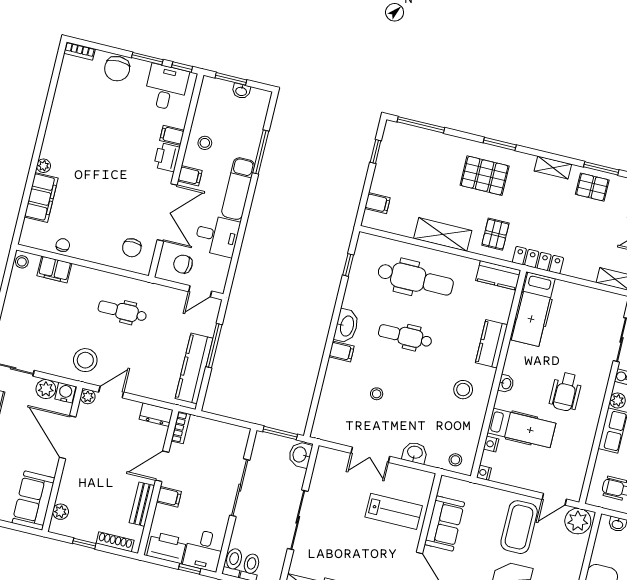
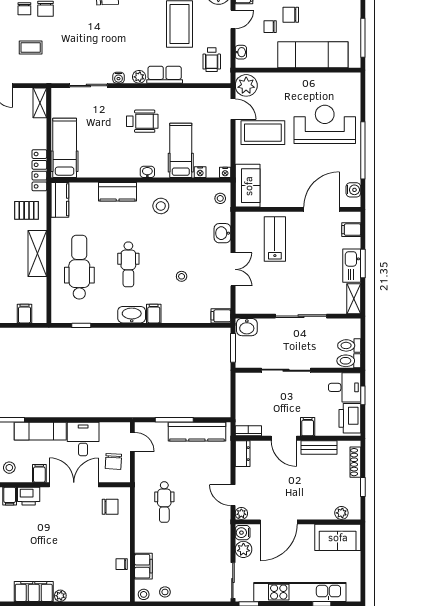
filing cabinet: (41, 197) -> (34, 591), moved
hospital bed: (533, 309) -> (65, 148), moved, turned -90
stool: (85, 360) -> (165, 592), moved, width x0.53, depth x0.53
filing cabinet: (320, 428) -> (221, 316), added
sofa: (444, 523) -> (248, 186), moved, turned 90

